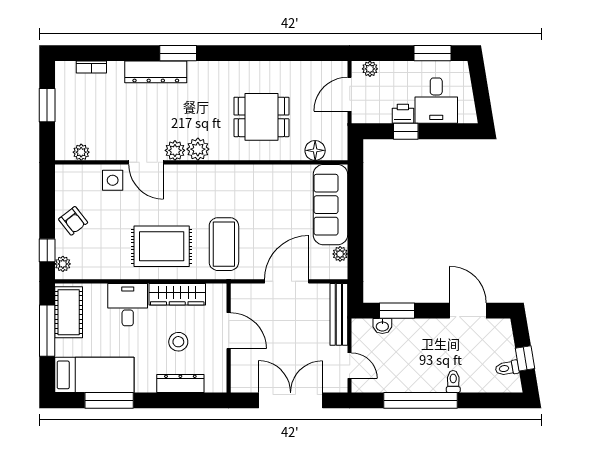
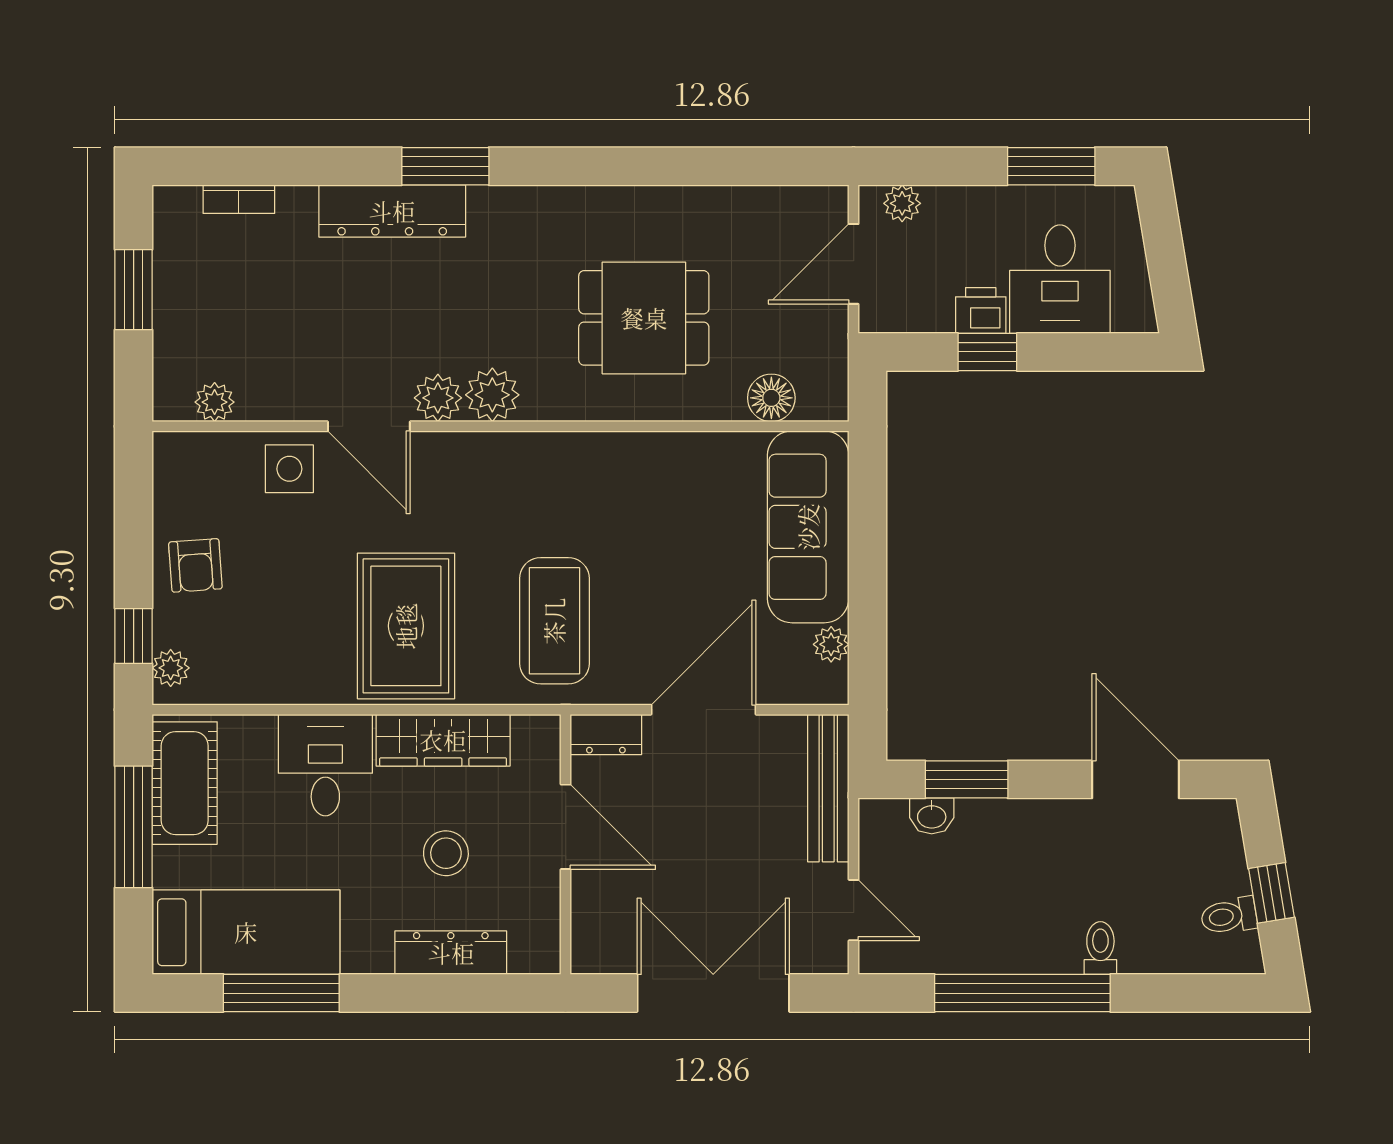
armchair: (73, 221) -> (195, 565), turned 34
rug: (162, 246) -> (406, 626), turned 90
dresser: (246, 292) -> (606, 734), added

